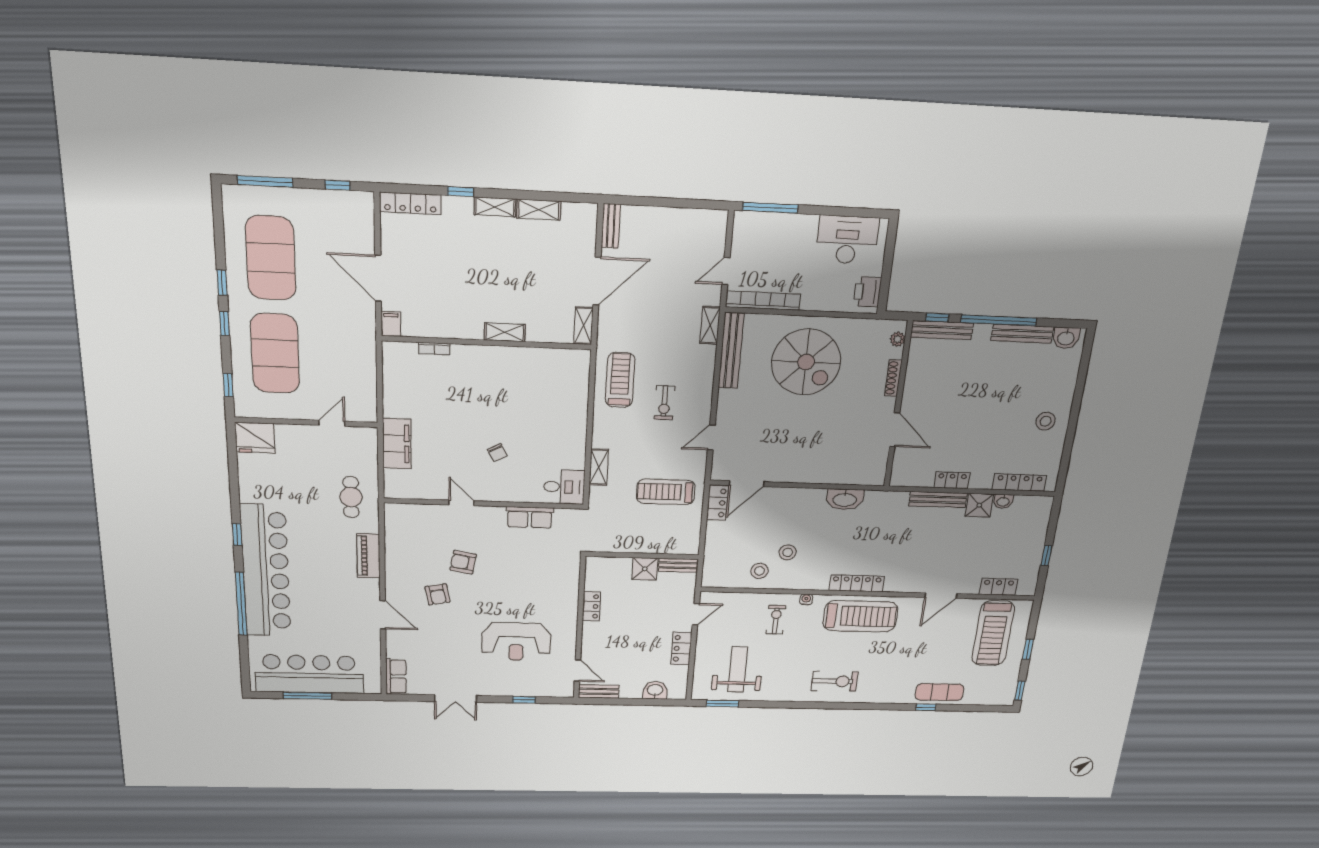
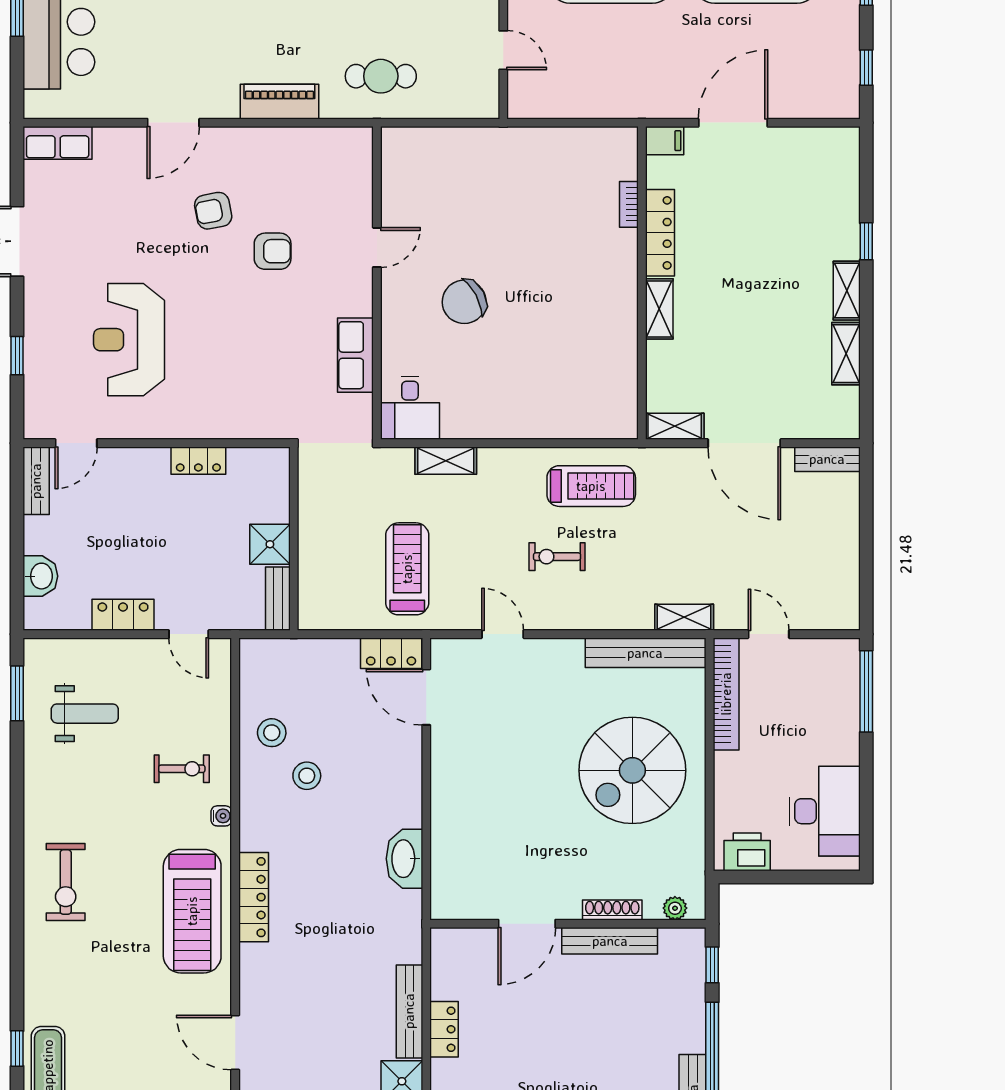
locker: (410, 203) -> (660, 233), moved, turned 180
bench: (942, 330) -> (610, 941), moved, turned 90
filing cabinet: (397, 444) -> (474, 148), removed
chair: (497, 453) -> (464, 302), width x1.87, depth x1.87
armchair: (463, 562) -> (273, 251), turned 80
weight bench: (738, 669) -> (85, 714), width x0.73, depth x0.75

